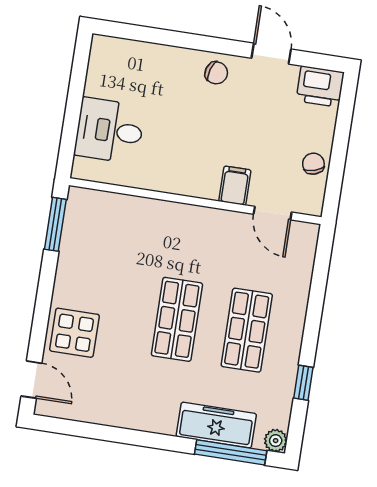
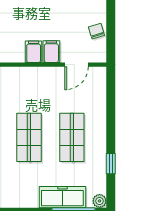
filing cabinet: (206, 181) -> (34, 52), added
door: (273, 213) -> (77, 65), hinge flipped

